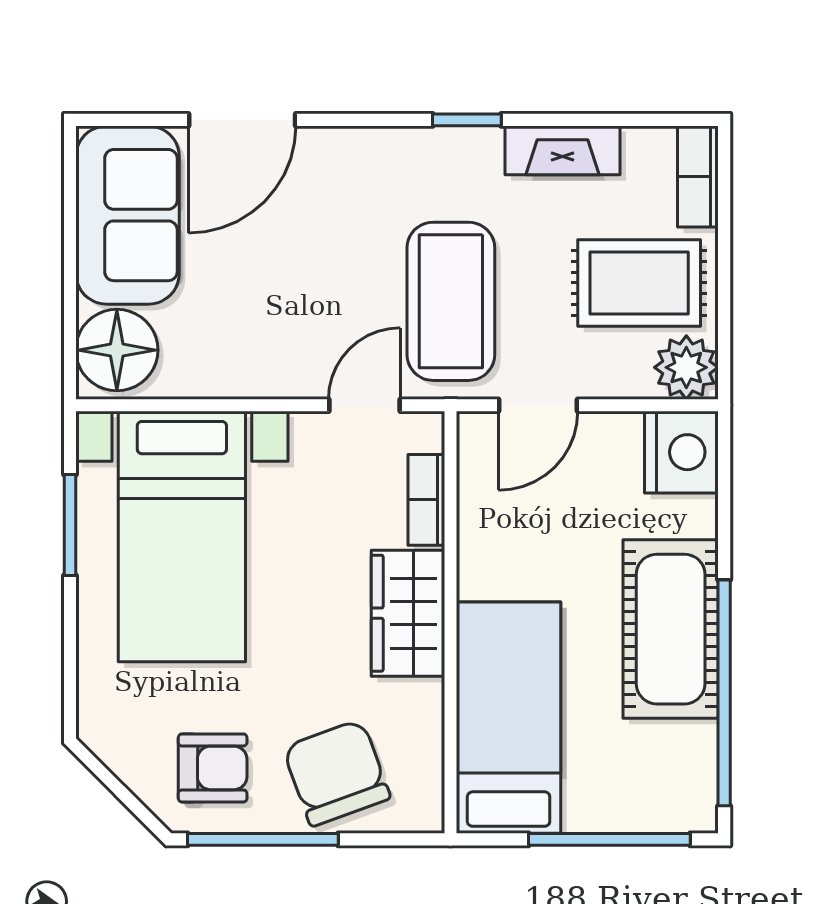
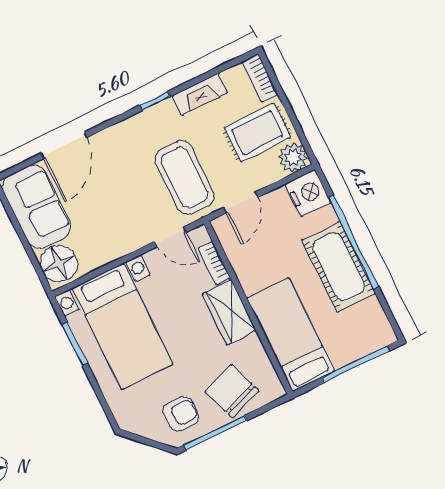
door: (364, 405) -> (170, 237), swing flipped
window: (724, 693) -> (354, 242), moved

